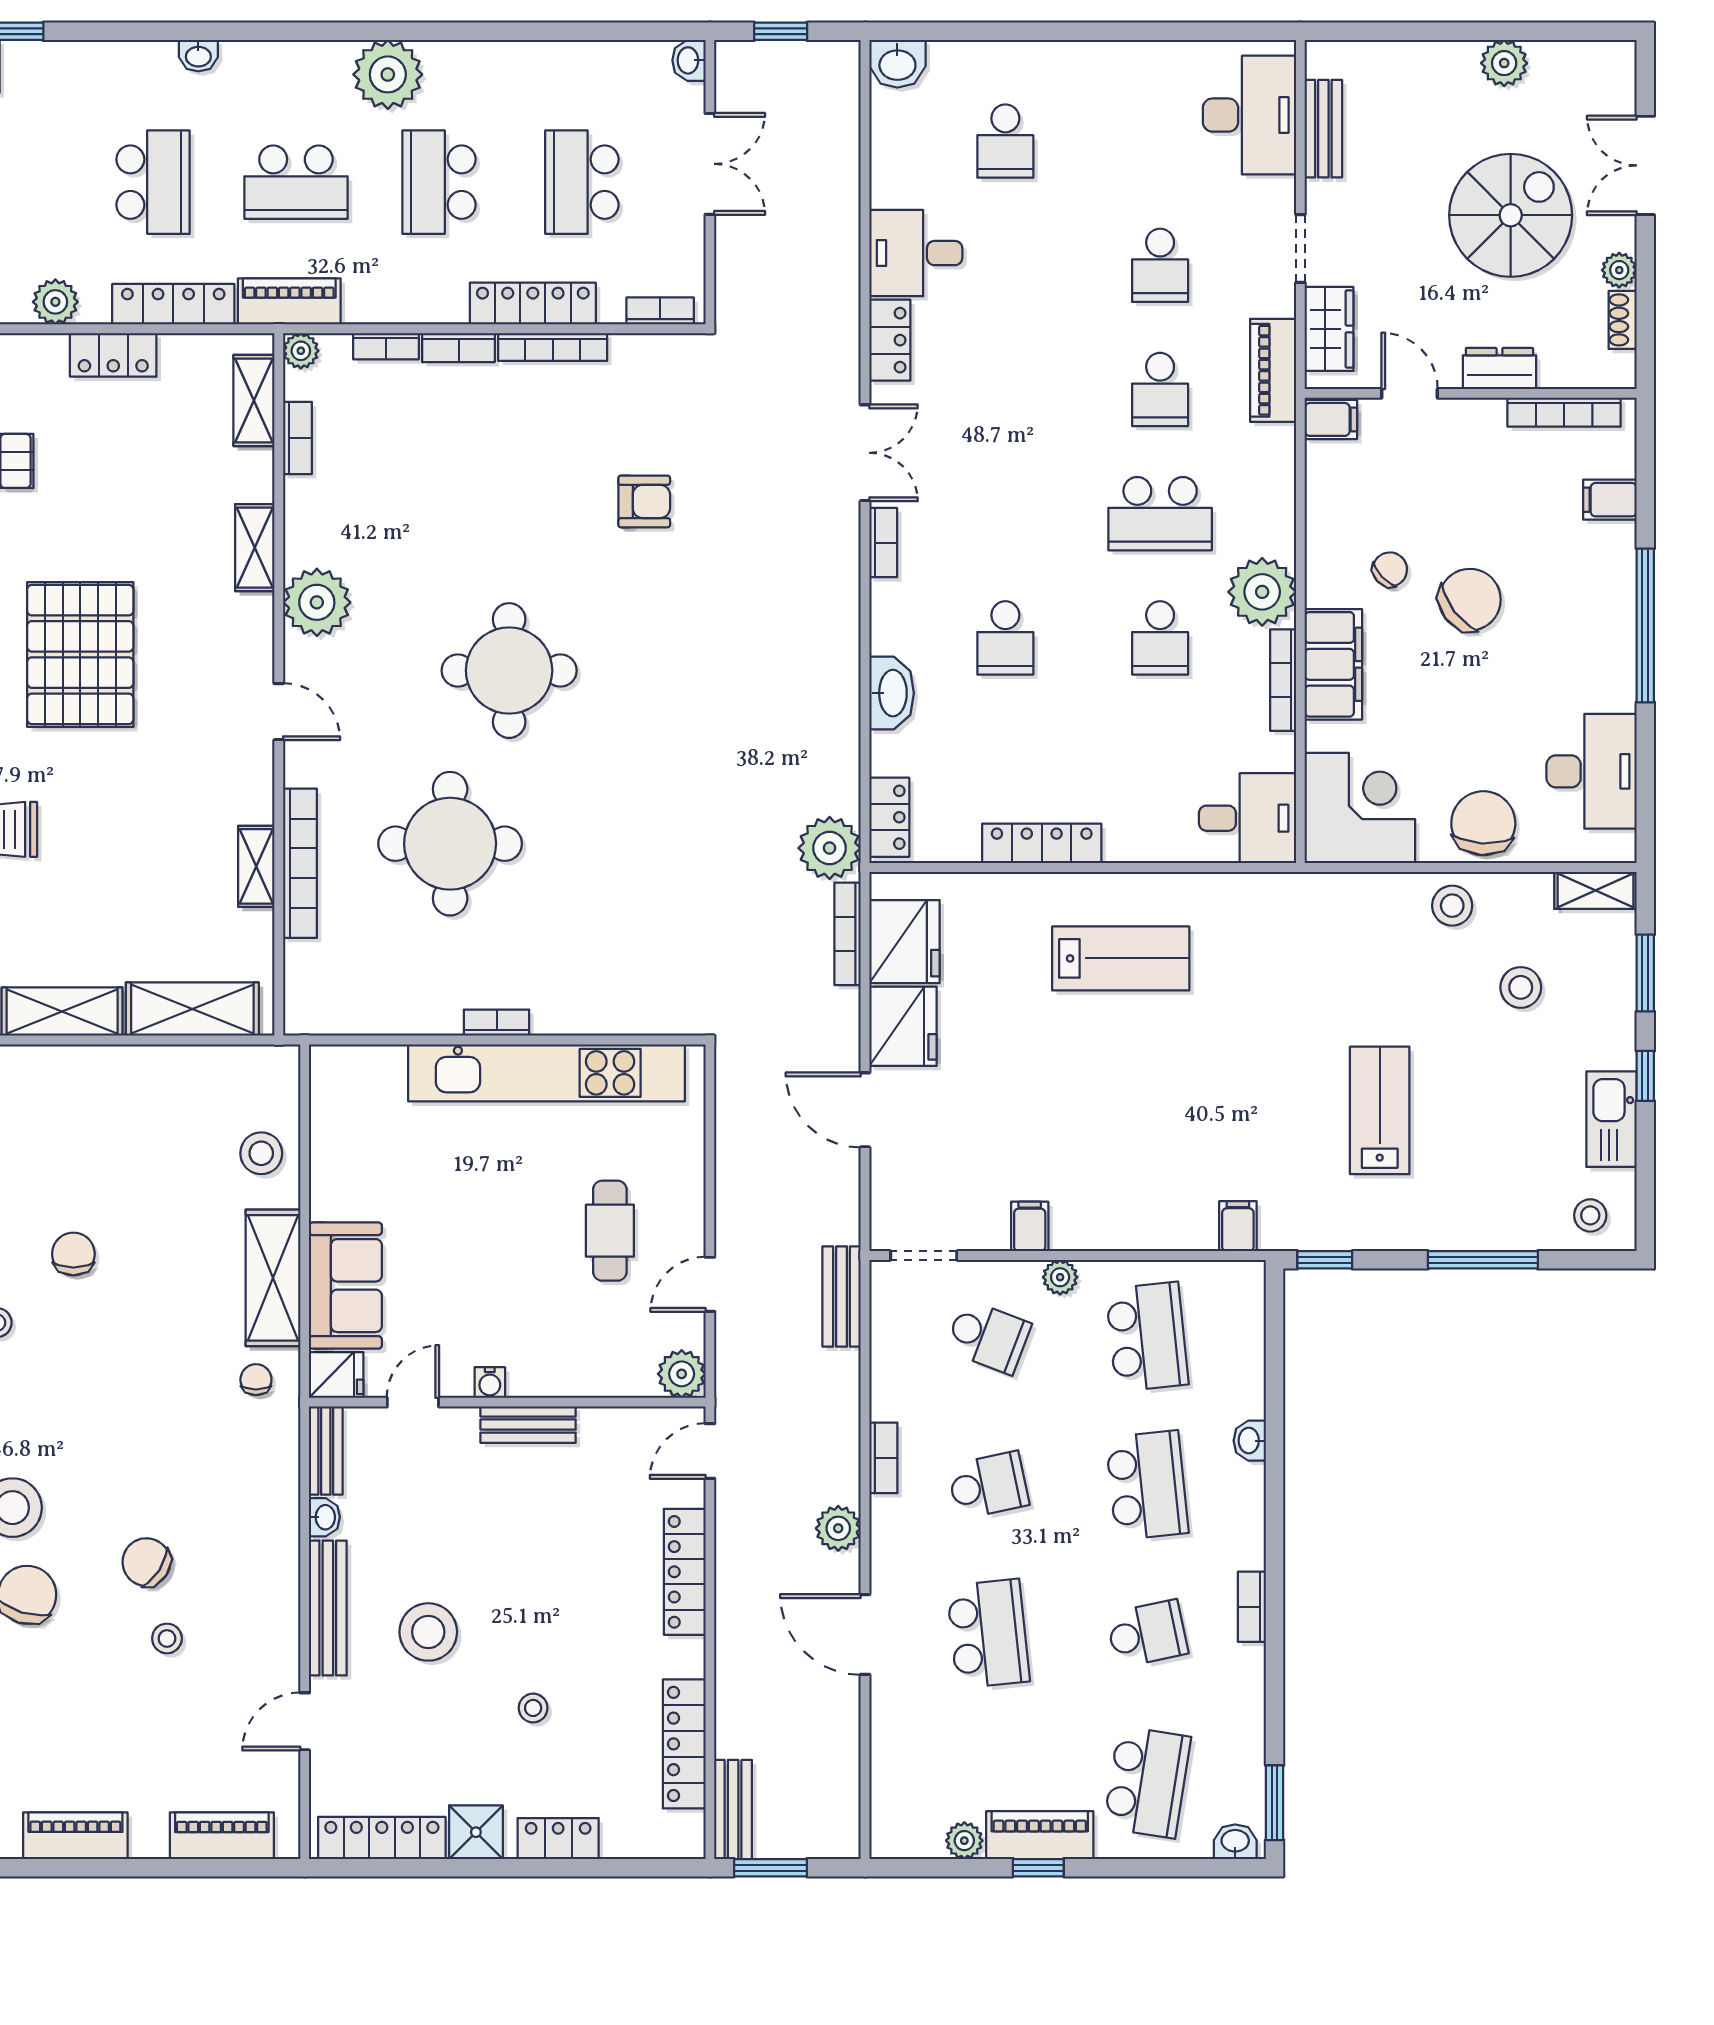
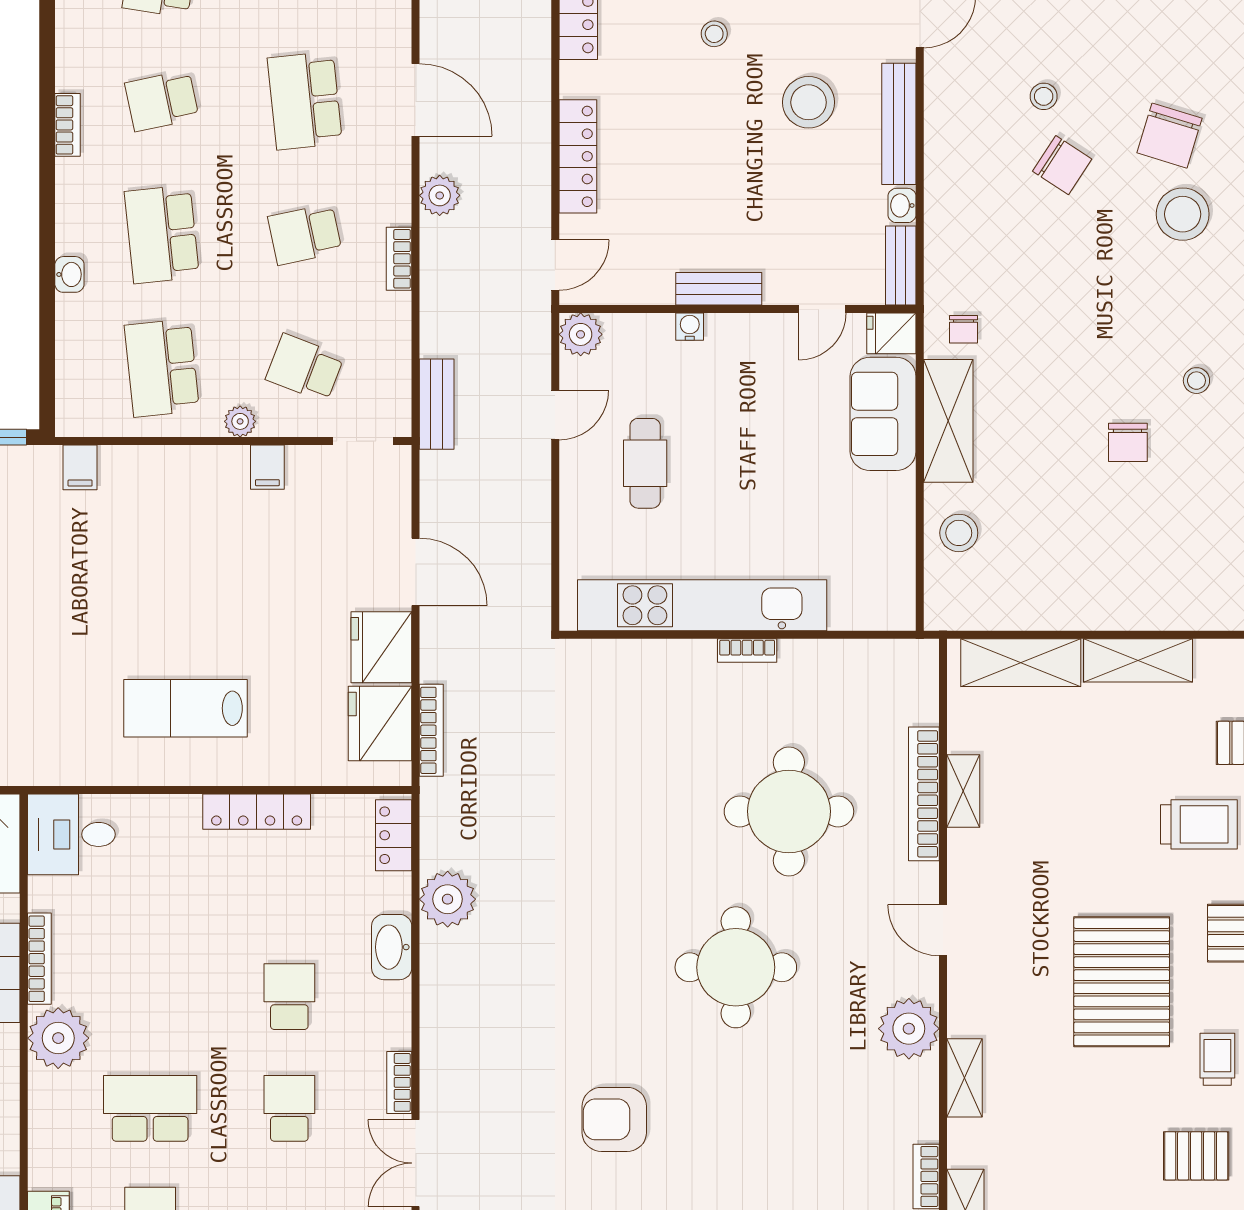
armchair: (644, 501) -> (614, 1119), width x1.38, depth x1.38
school desk: (1160, 638) -> (289, 1108), moved
plant: (830, 848) -> (448, 899), moved
water cooler: (490, 1383) -> (690, 327), moved

